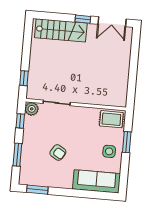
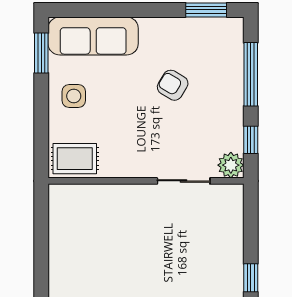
window: (24, 78) -> (251, 278), moved
window: (127, 142) -> (41, 53), moved
window: (17, 155) -> (251, 74), width x1.44

